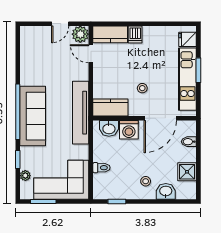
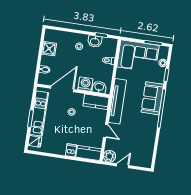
door: (91, 54) -> (106, 131), moved
sofa: (33, 116) -> (152, 98), width x0.73
washbasin: (166, 191) -> (95, 41), moved

